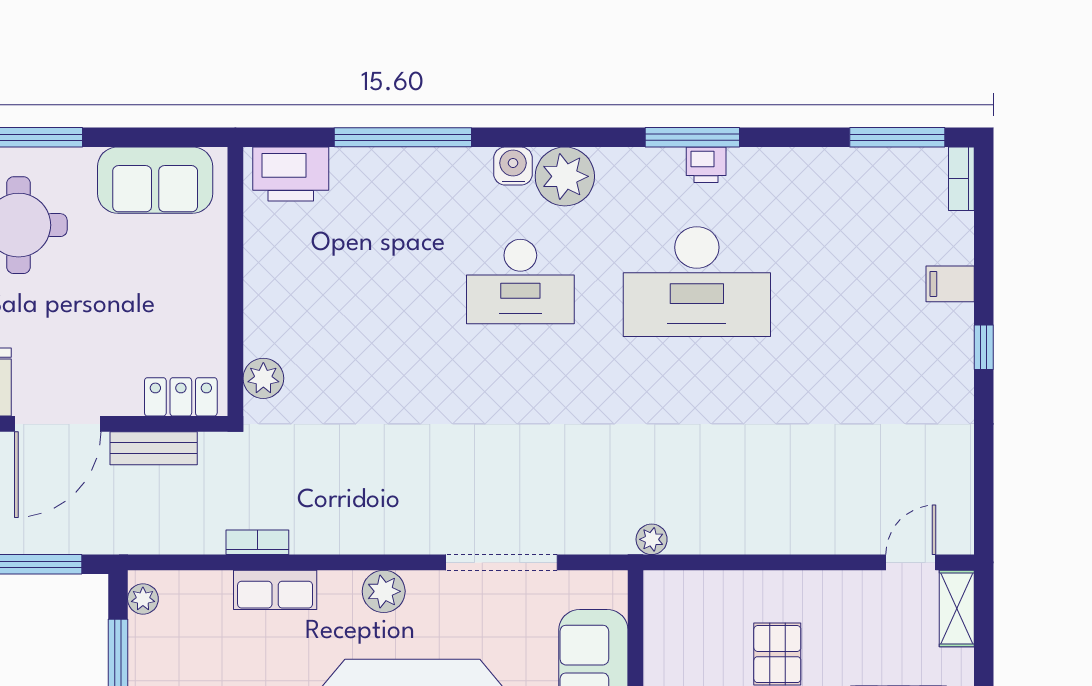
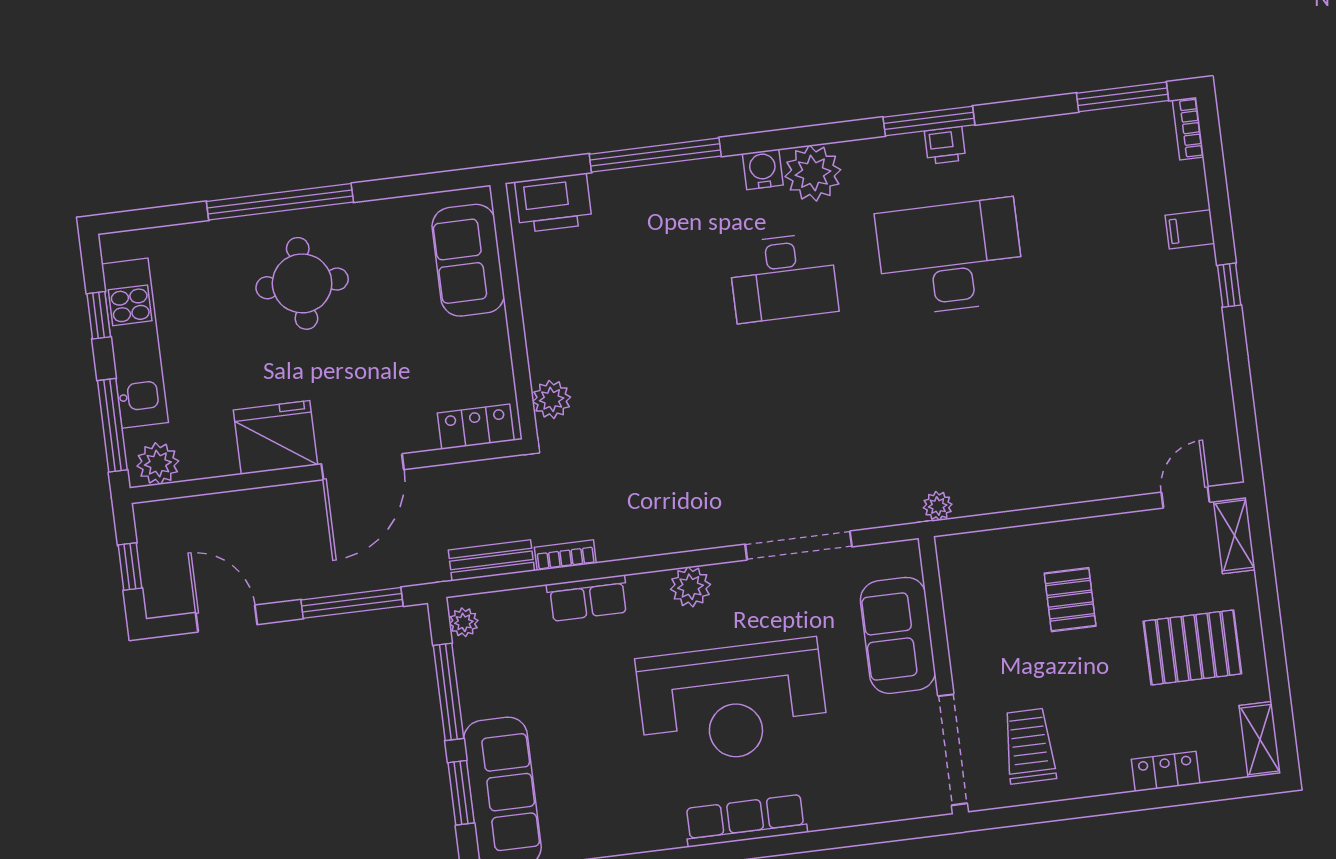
sofa: (155, 180) -> (468, 260), moved, turned 90
desk: (697, 282) -> (950, 257), turned 180
bench: (154, 448) -> (491, 560), moved

